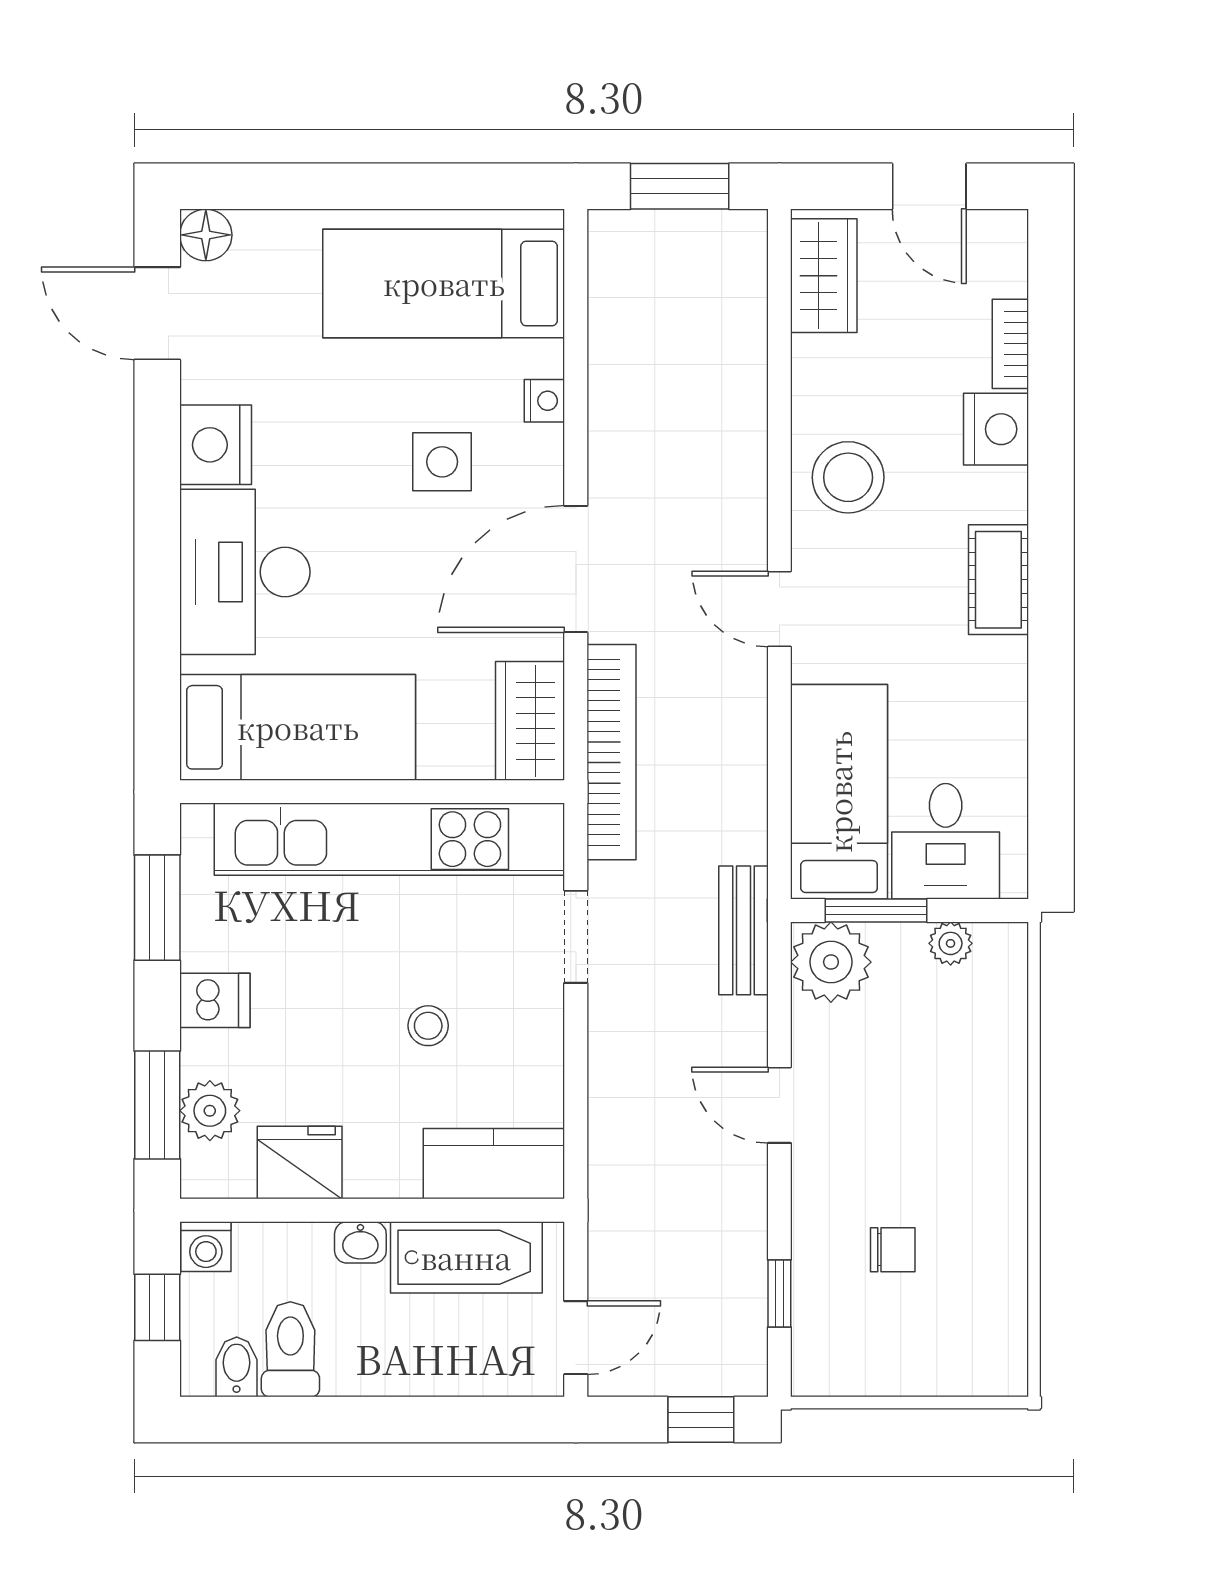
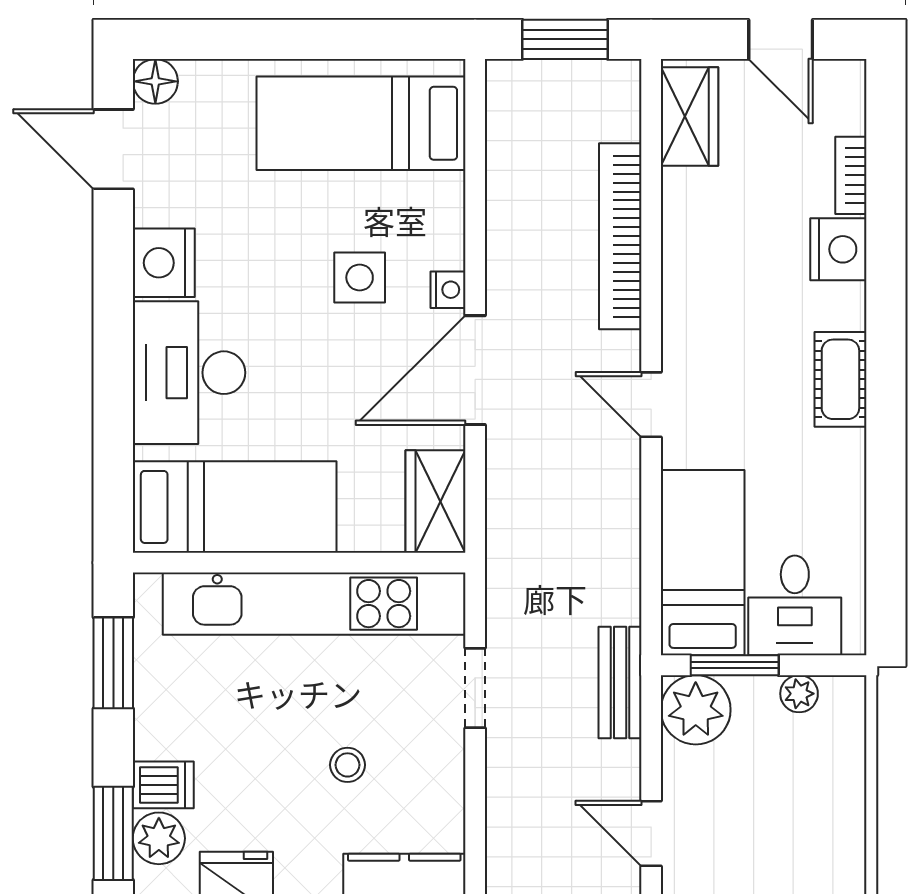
nightstand: (544, 401) -> (448, 290), moved
stool: (848, 477) -> (710, 291), removed
bookcase: (612, 752) -> (620, 236), moved, turned 180
dishwasher: (215, 1000) -> (163, 785), moved

